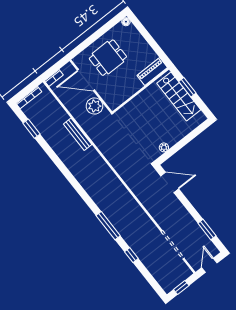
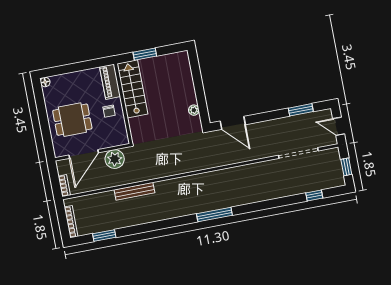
dining table: (108, 58) -> (72, 120), turned 90
chair: (129, 83) -> (109, 111), added
stairs: (179, 96) -> (132, 89), moved, turned -90
door: (170, 182) -> (233, 123), swing flipped
window: (108, 226) -> (214, 214), moved
window: (131, 255) -> (314, 195), moved

